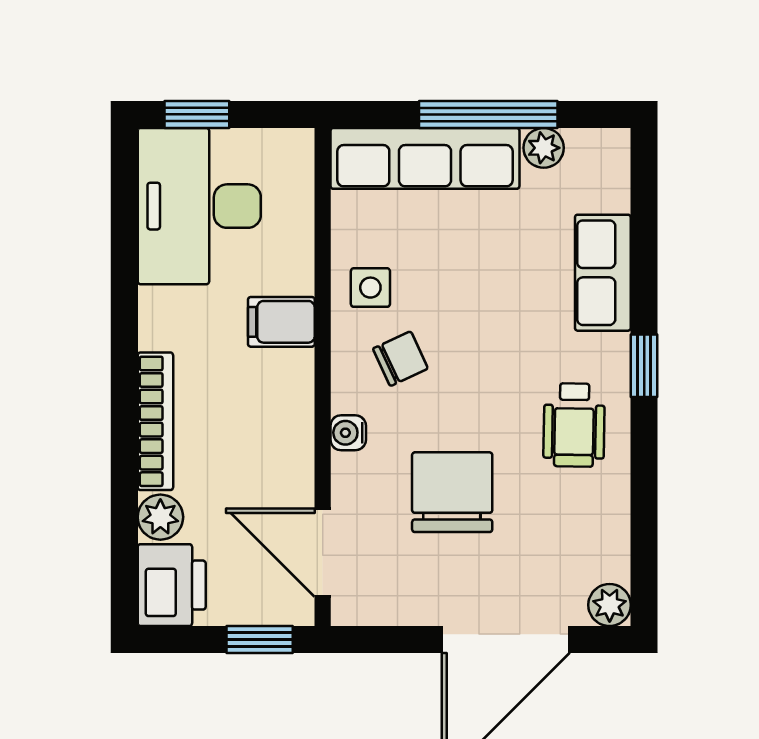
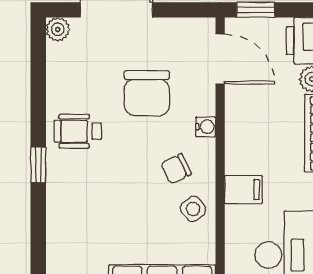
row of seats: (603, 273) -> (62, 217), removed
side table: (370, 288) -> (193, 209), turned -38
wheelchair: (574, 425) -> (78, 131), turned -91

